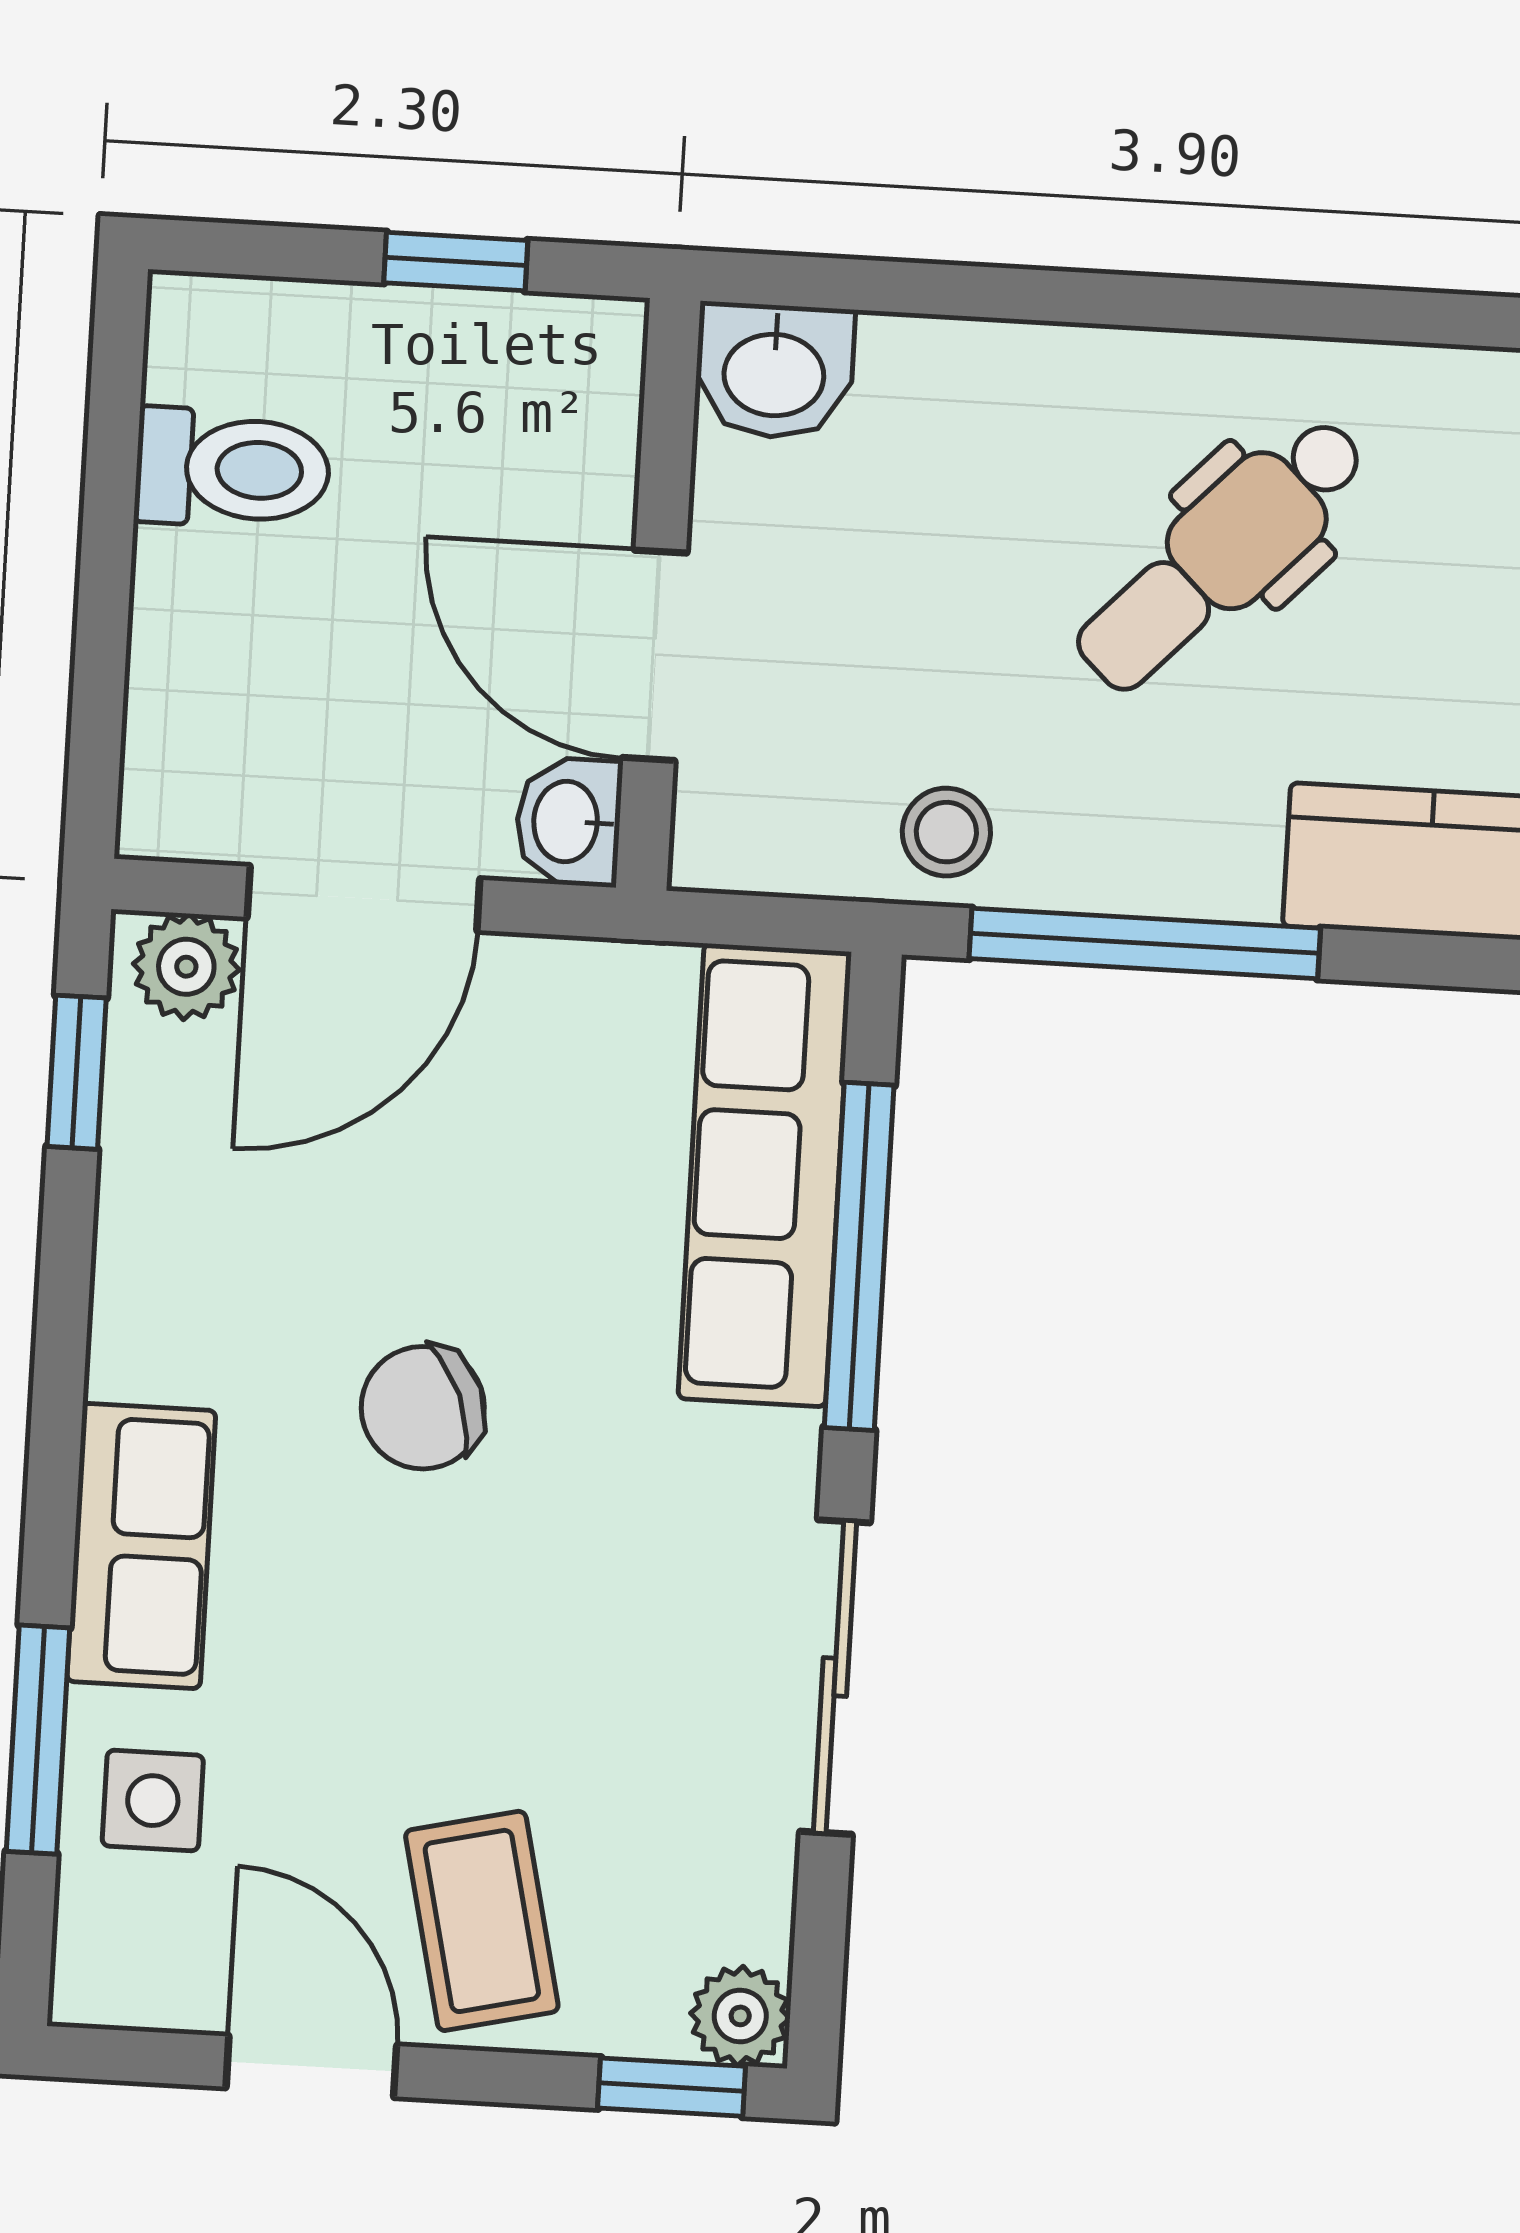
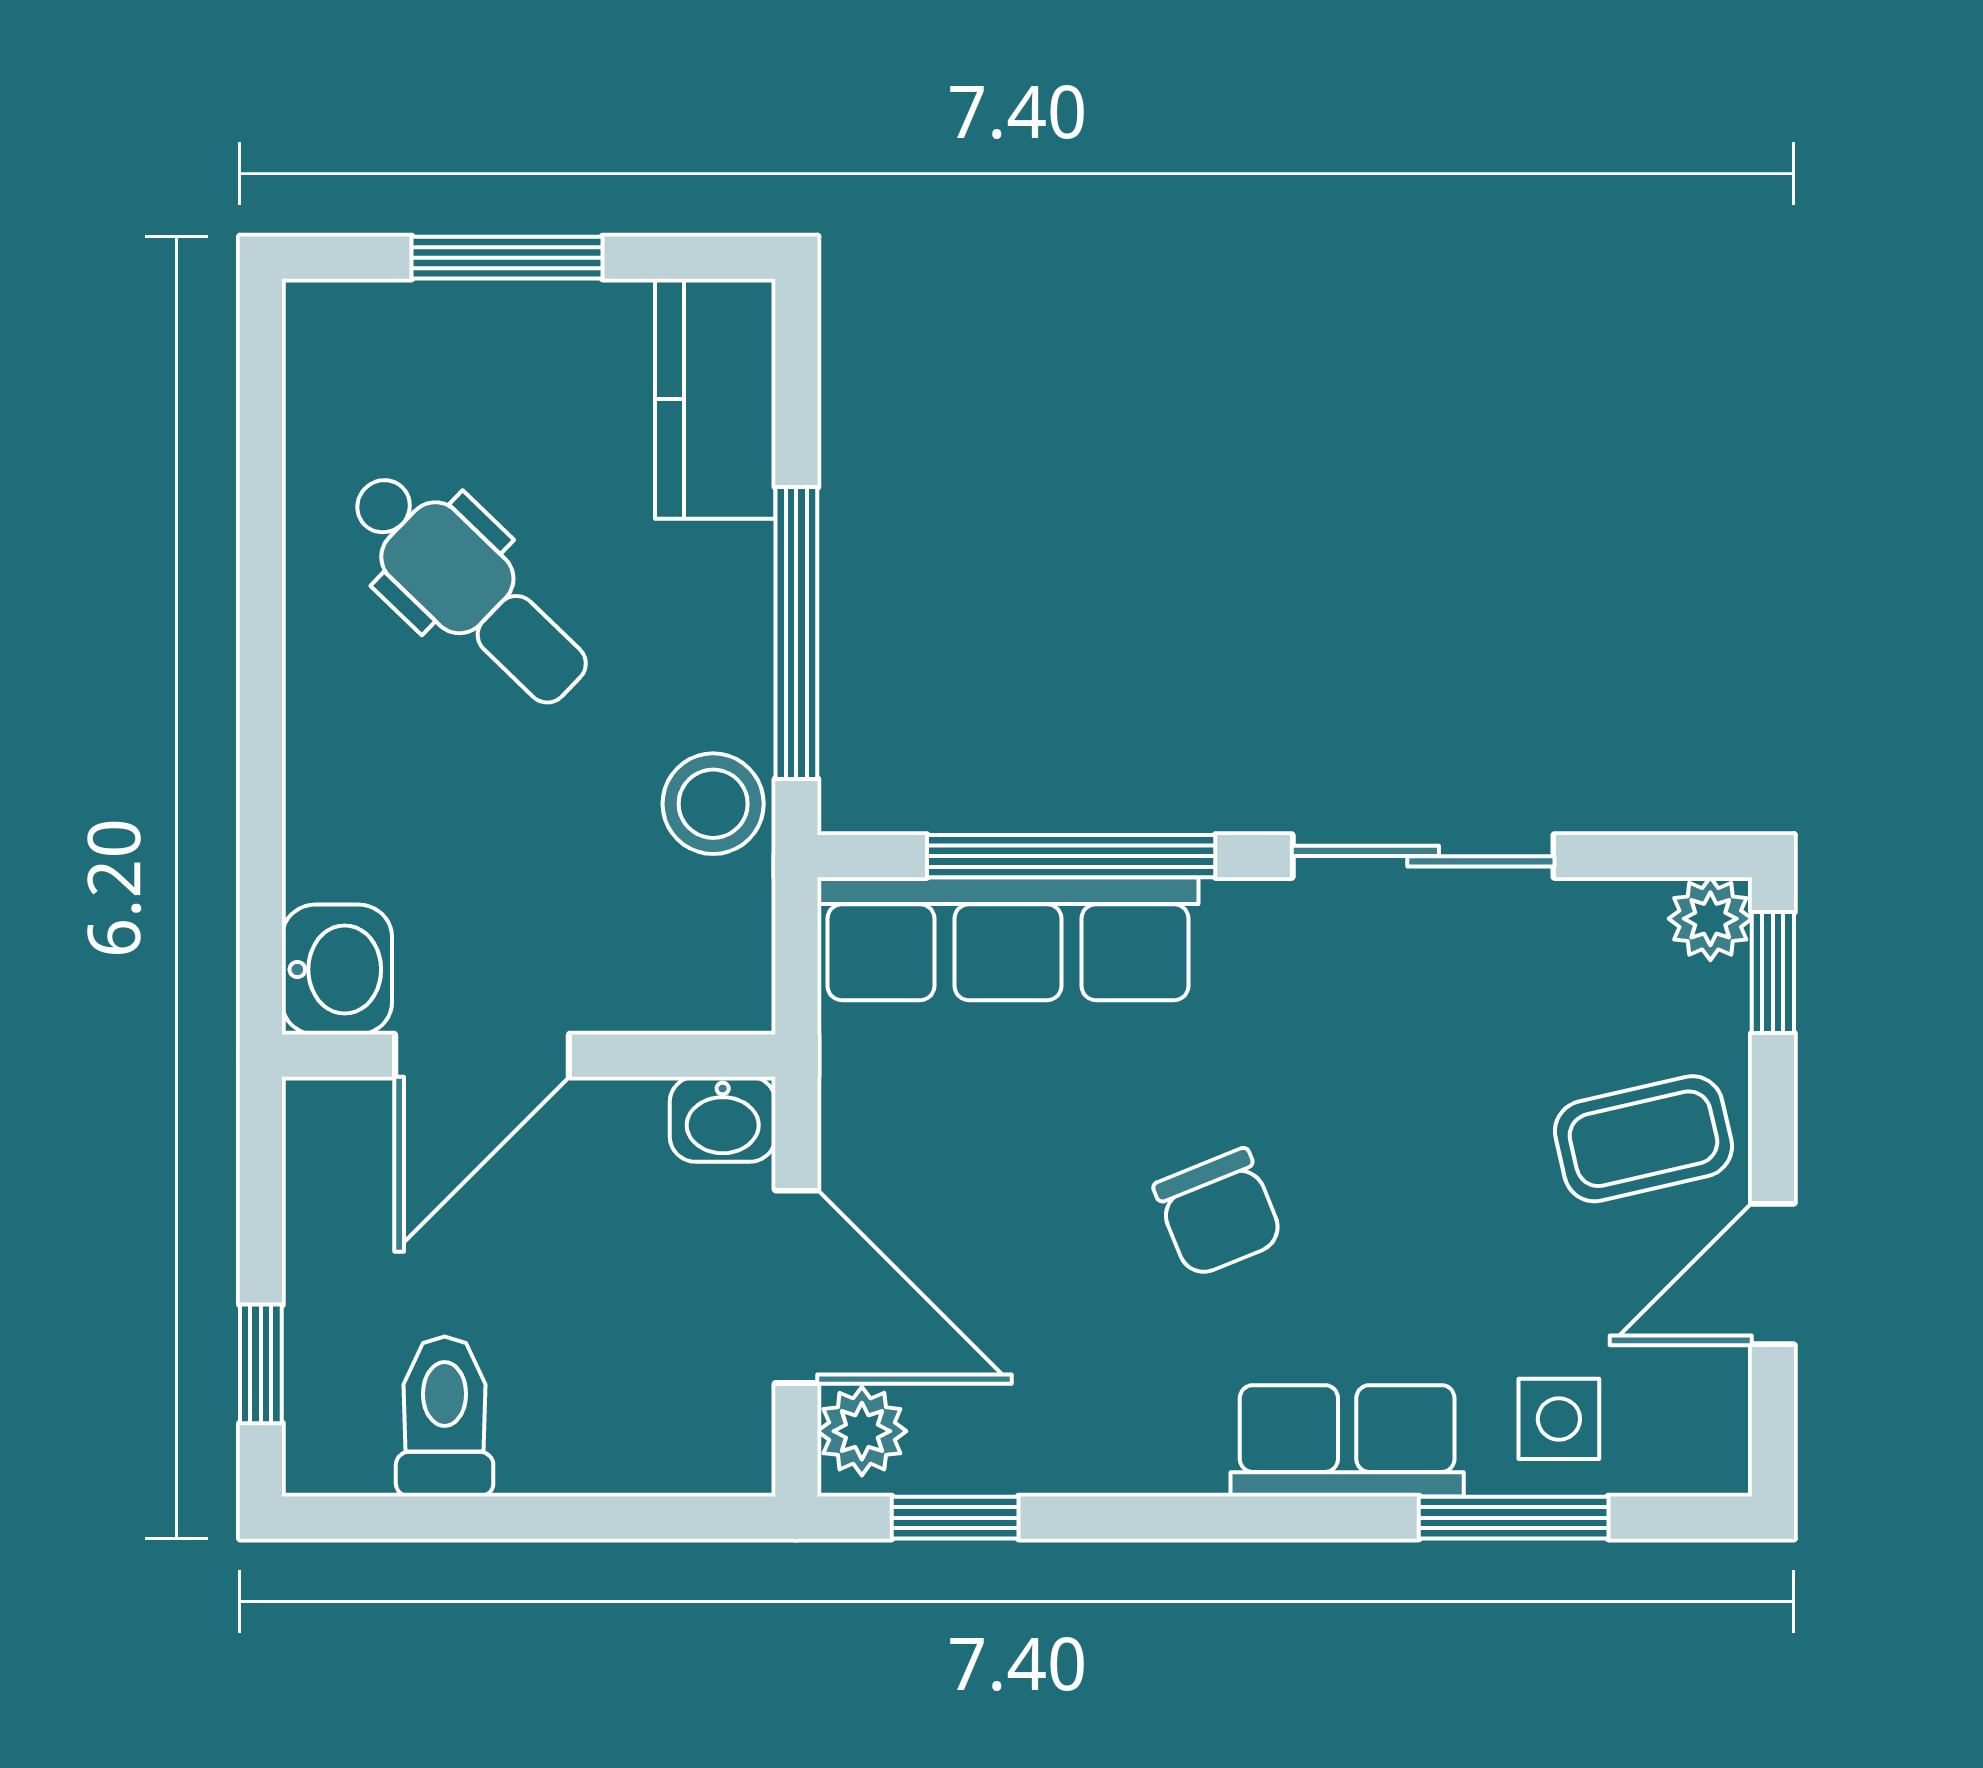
window: (456, 262) -> (261, 1364), moved
door: (655, 655) -> (482, 1056), moved
stool: (946, 832) -> (713, 804), width x1.37, depth x1.37

